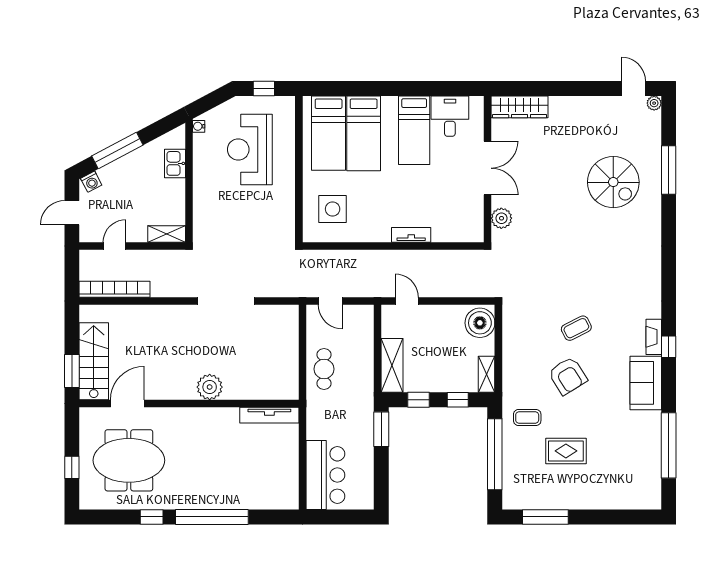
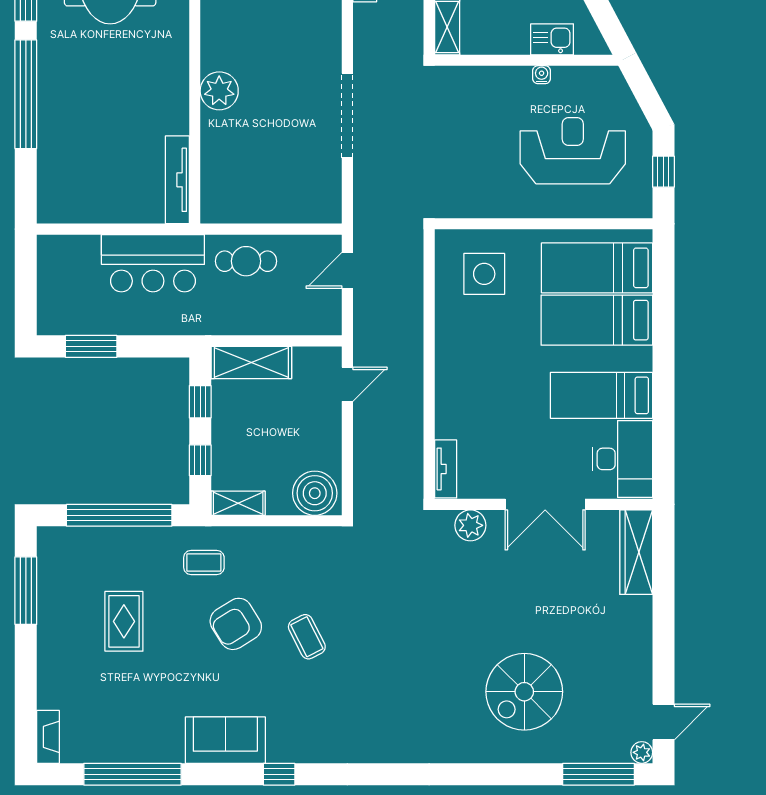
desk: (450, 116) -> (622, 459), width x1.37
water cooler: (199, 126) -> (542, 75), moved
window: (669, 170) -> (599, 774), moved
tv unit: (411, 235) -> (446, 469), moved
fireplace: (654, 337) -> (48, 737), moved, turned 90
coffee table: (527, 417) -> (204, 562), moved, turned 90
window: (381, 429) -> (91, 346), moved
bar counter: (325, 475) -> (153, 263), moved

